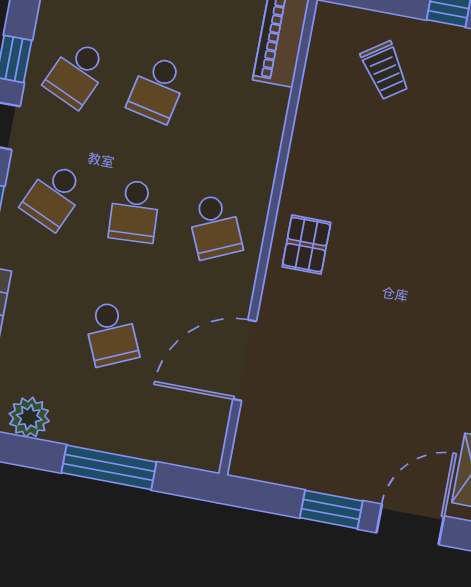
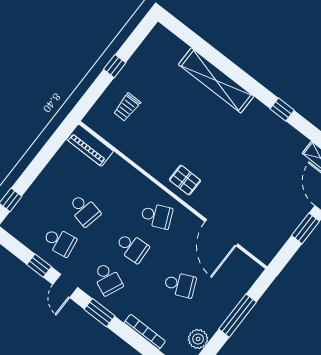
trolley: (385, 70) -> (127, 107), turned 124
school desk: (77, 74) -> (60, 242), turned -33

